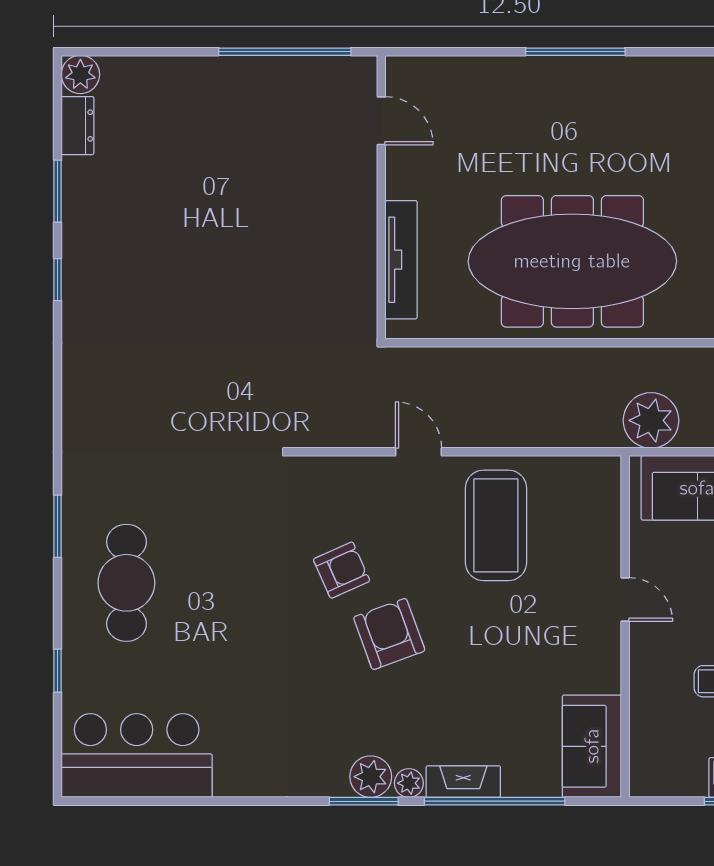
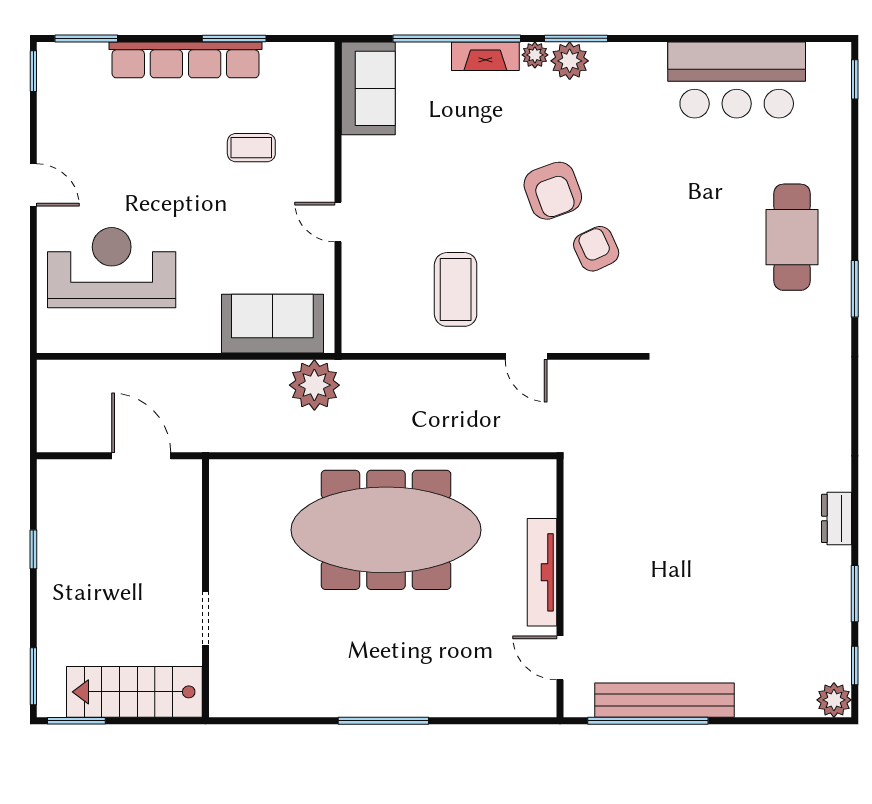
bench: (266, 74) -> (665, 700), added
dresser: (78, 126) -> (837, 518), moved
tv unit: (401, 260) -> (542, 572), moved
window: (58, 280) -> (855, 666), moved
coffee table: (496, 525) -> (456, 289), width x0.73, depth x0.76
armchair: (342, 570) -> (596, 249), turned 89
window: (58, 671) -> (855, 79), moved
bar counter: (137, 756) -> (737, 80), moved

